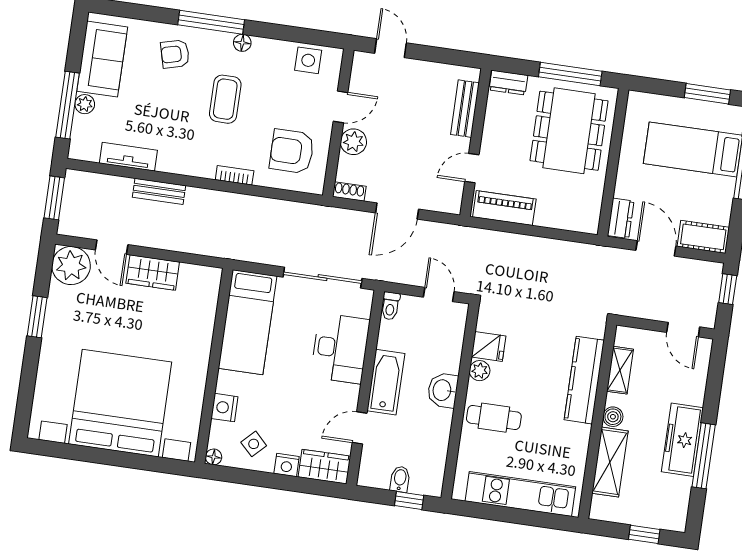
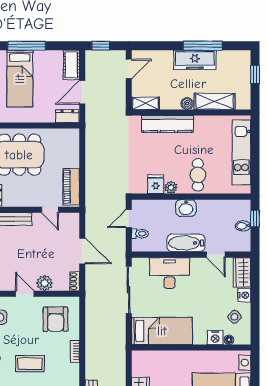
toilet: (390, 306) -> (140, 234), moved
shelving: (620, 370) -> (145, 103), moved
floor lamp: (214, 457) -> (229, 340), moved

